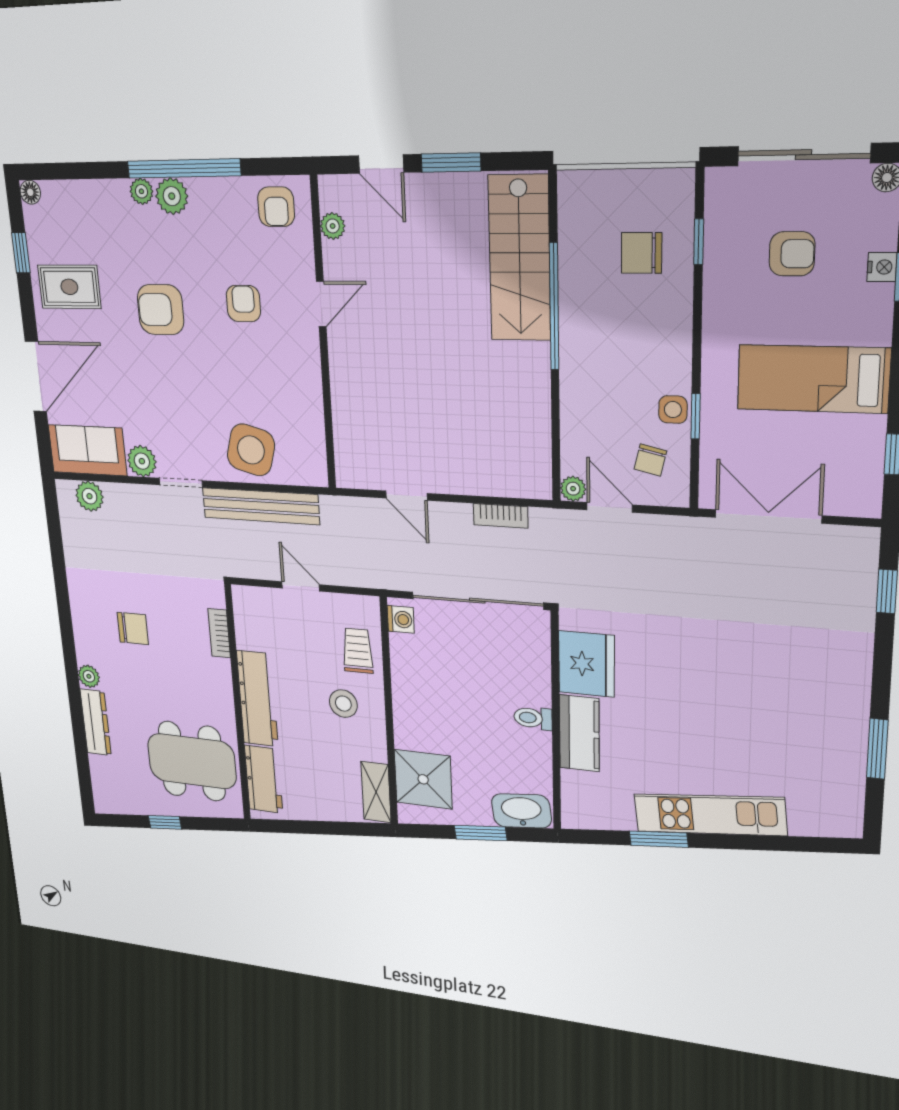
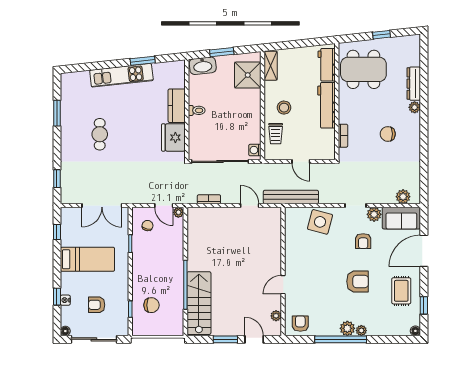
rug: (69, 287) -> (401, 291), turned 90
armchair: (243, 304) -> (363, 241), moved
side table: (673, 410) -> (139, 246), removed
bench: (261, 506) -> (291, 197), moved
cafe table: (768, 689) -> (100, 134), added

